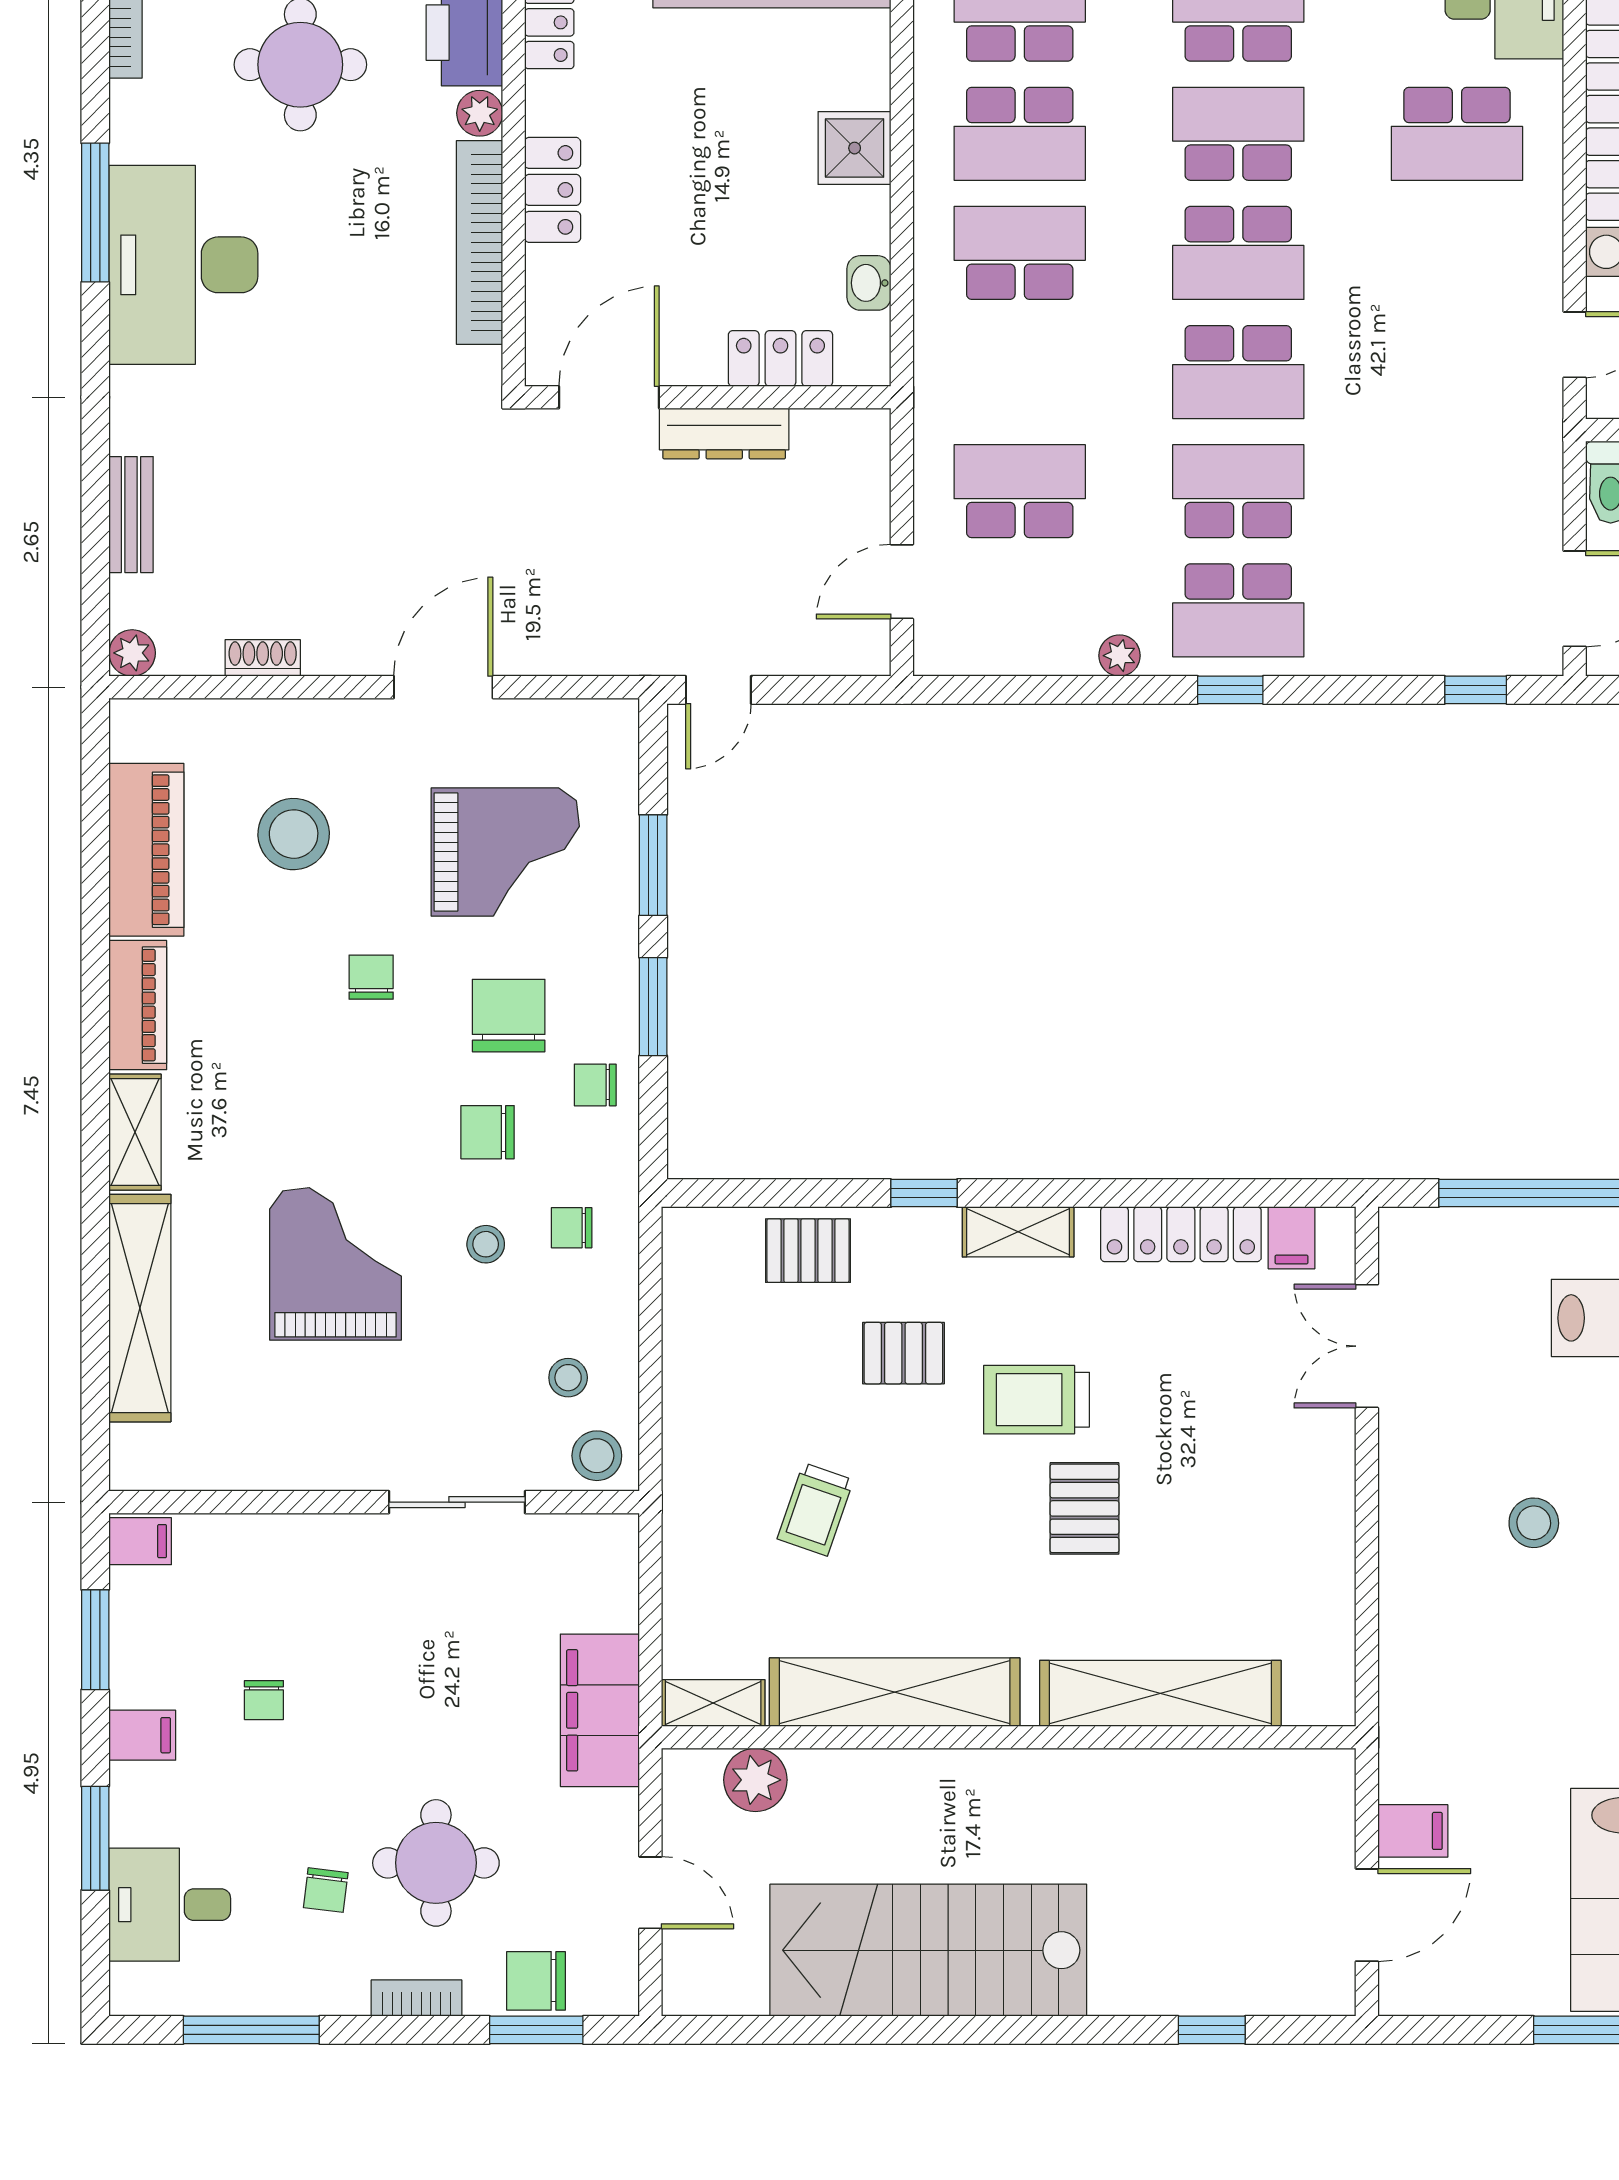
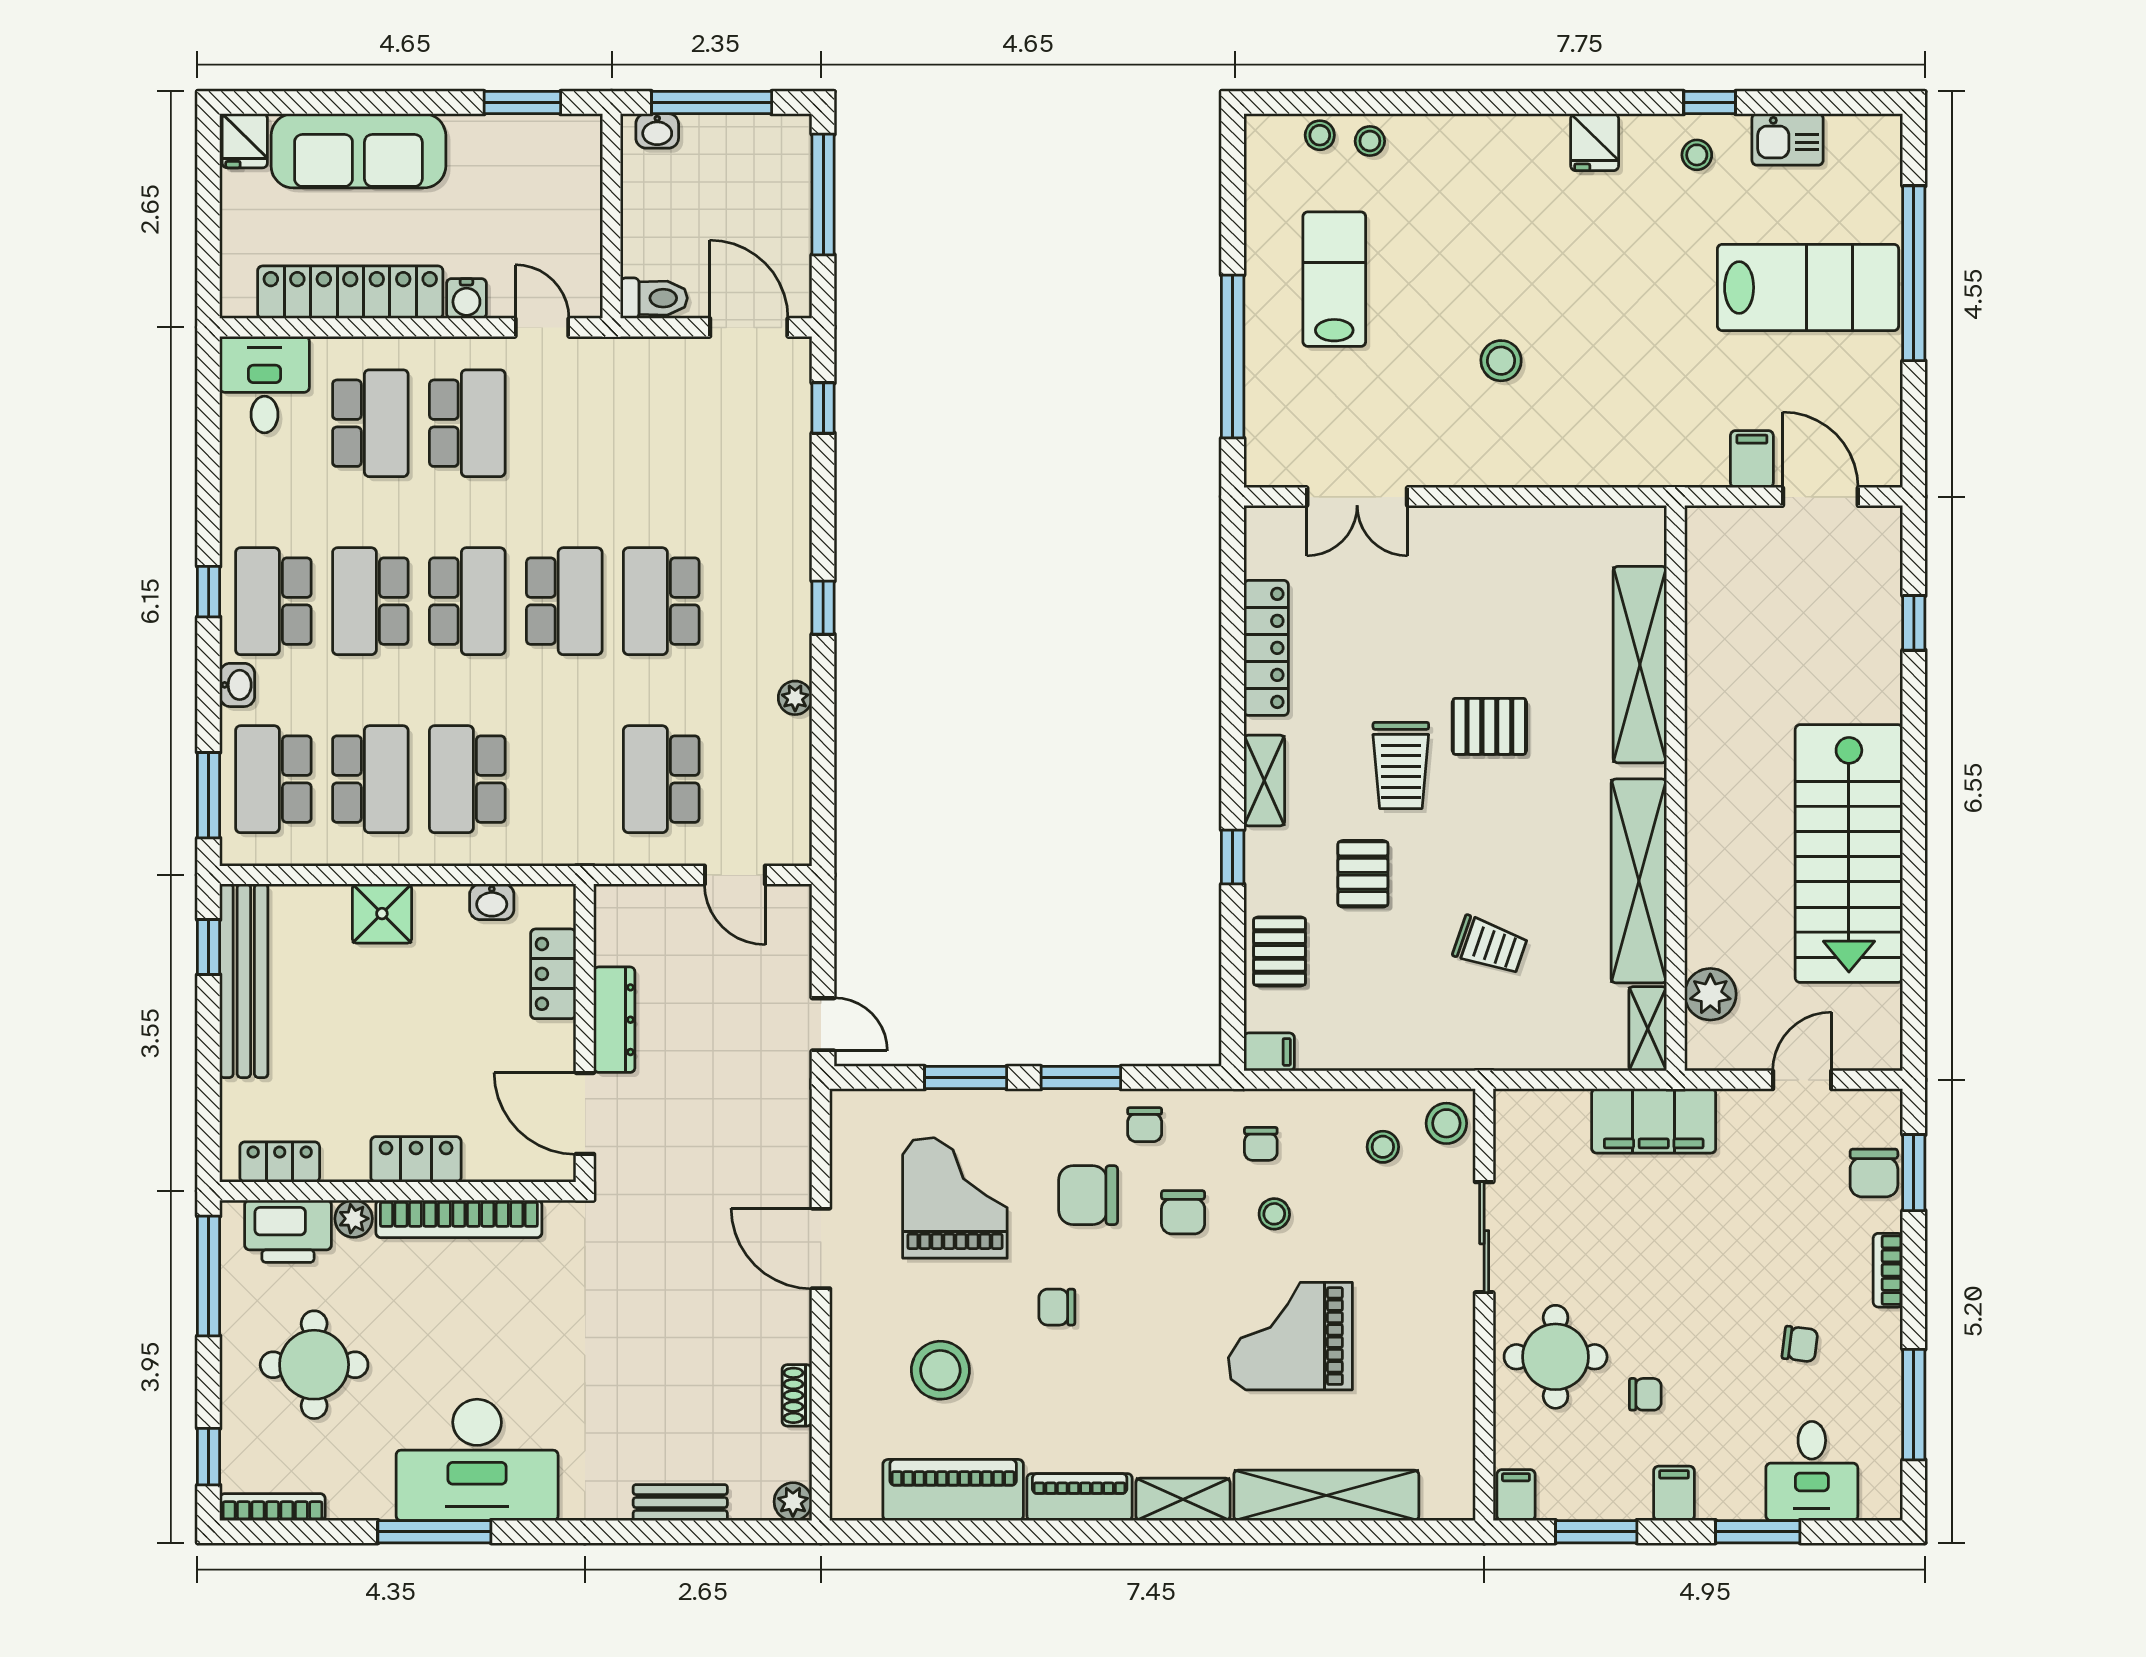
school desk: (1238, 610) -> (467, 423), moved
filing cabinet: (1292, 1238) -> (1269, 1052), moved
round table: (436, 1863) -> (1556, 1357), moved

